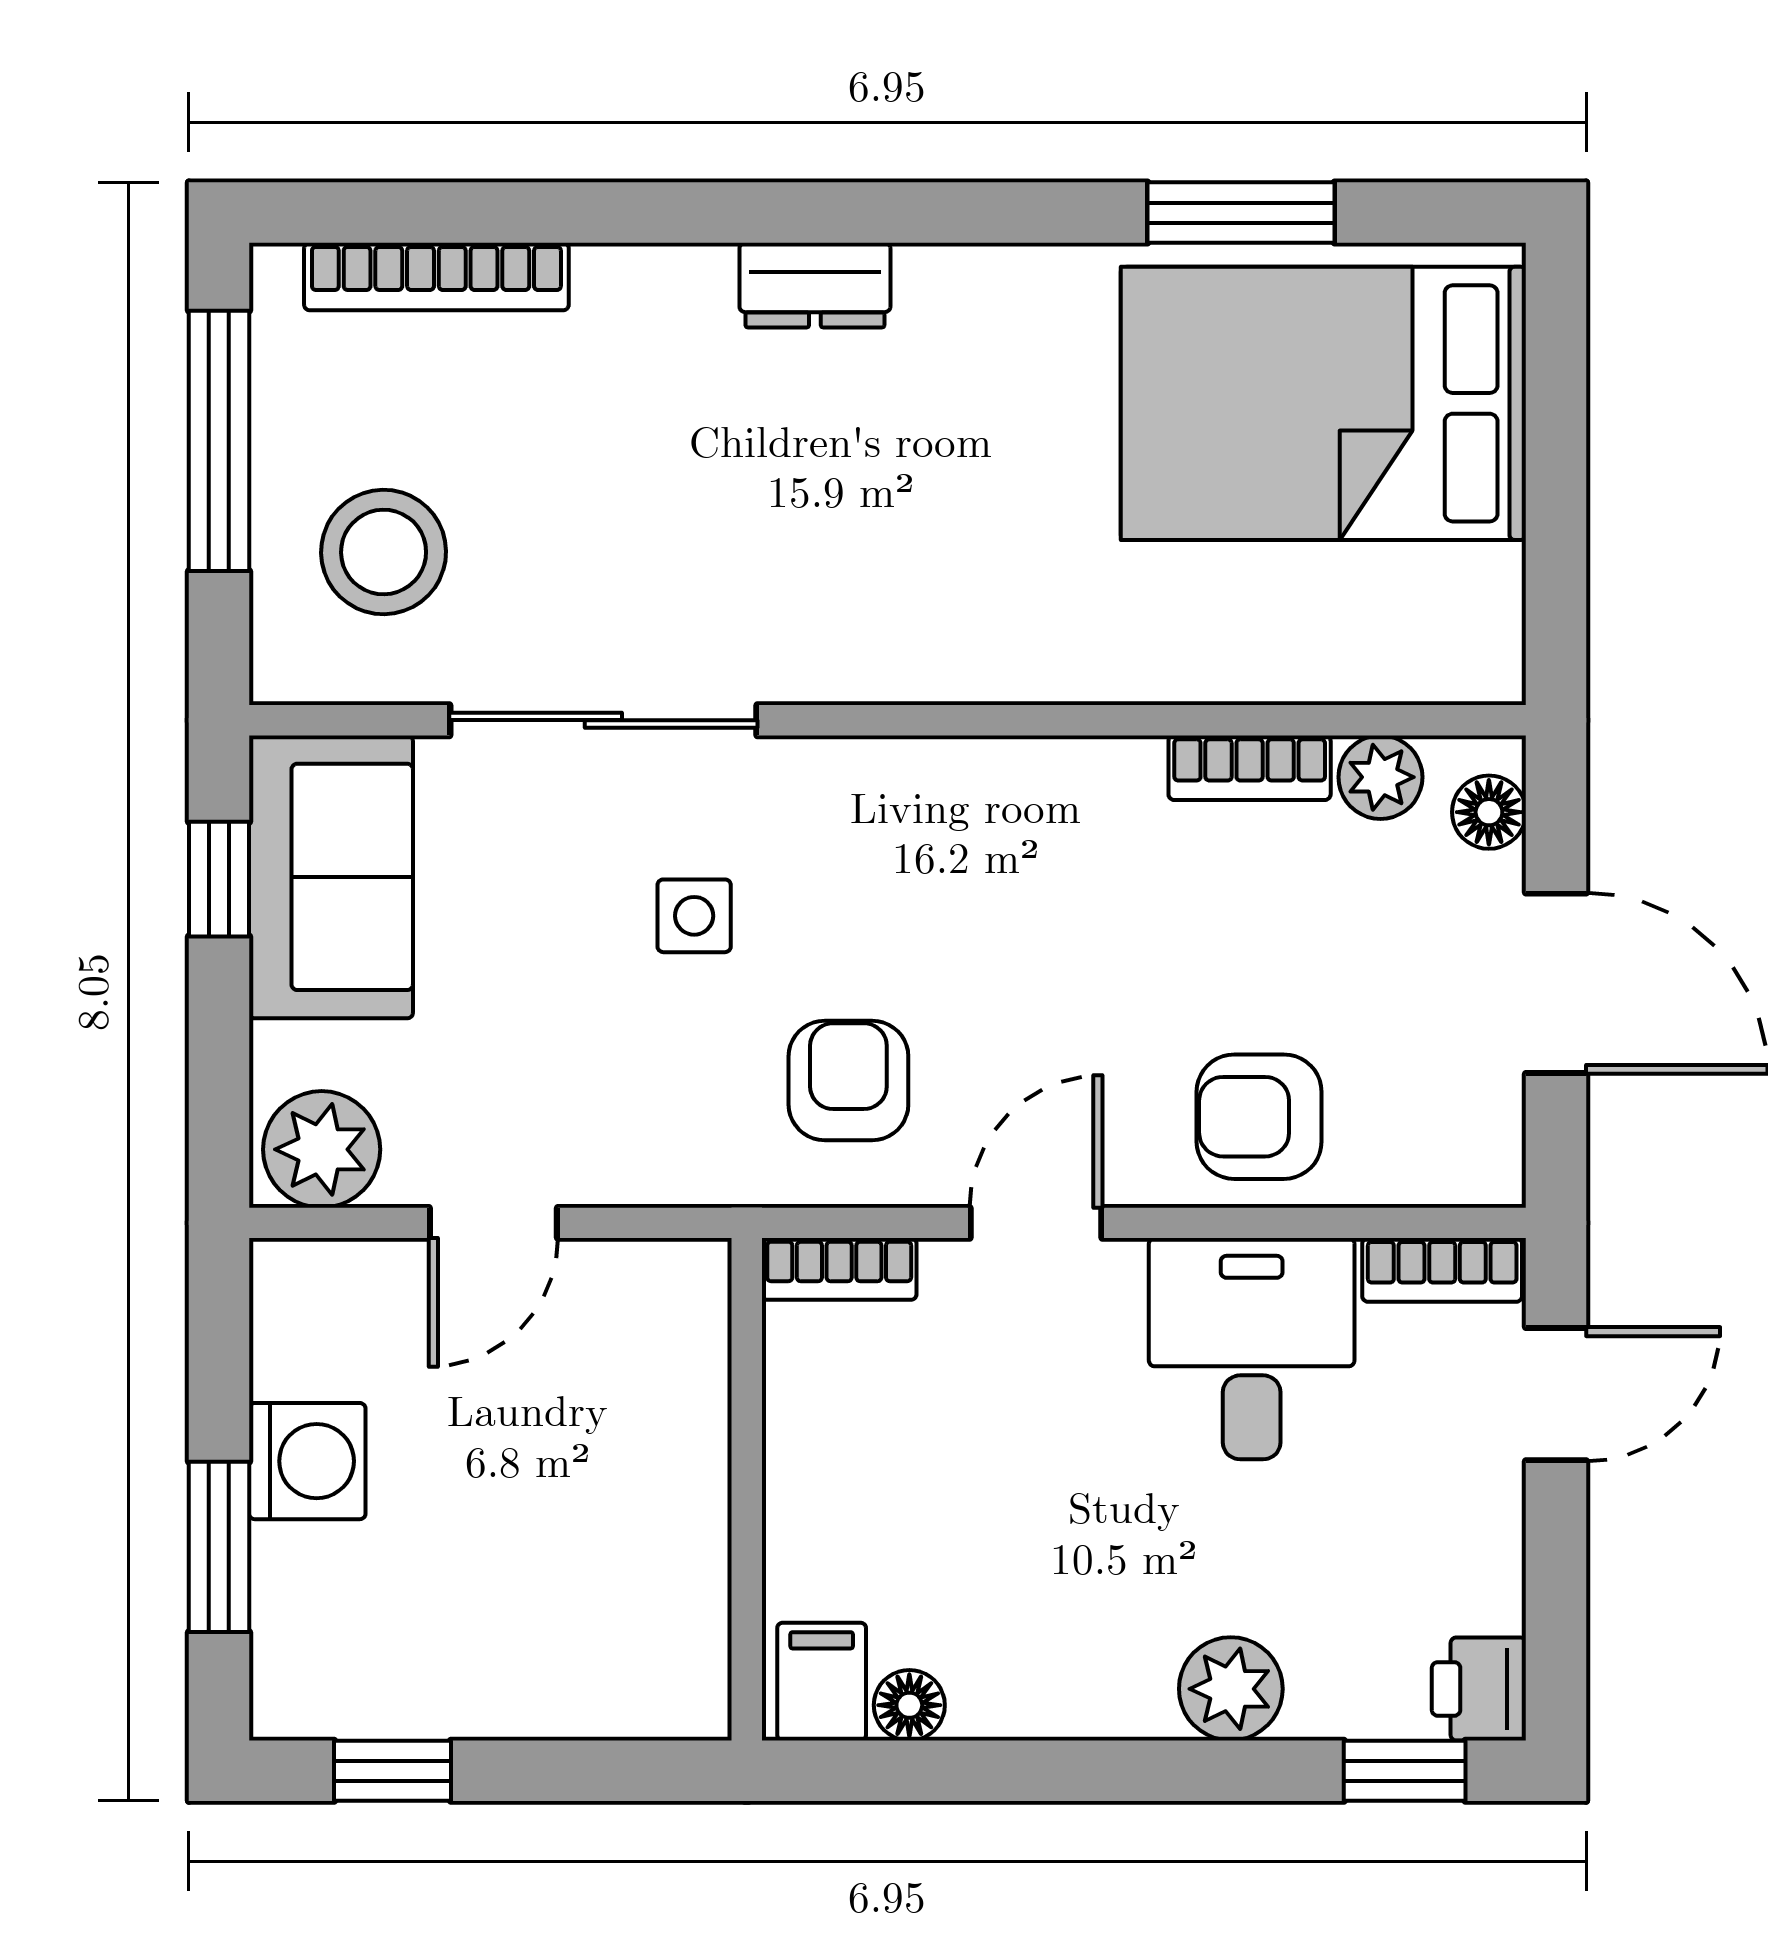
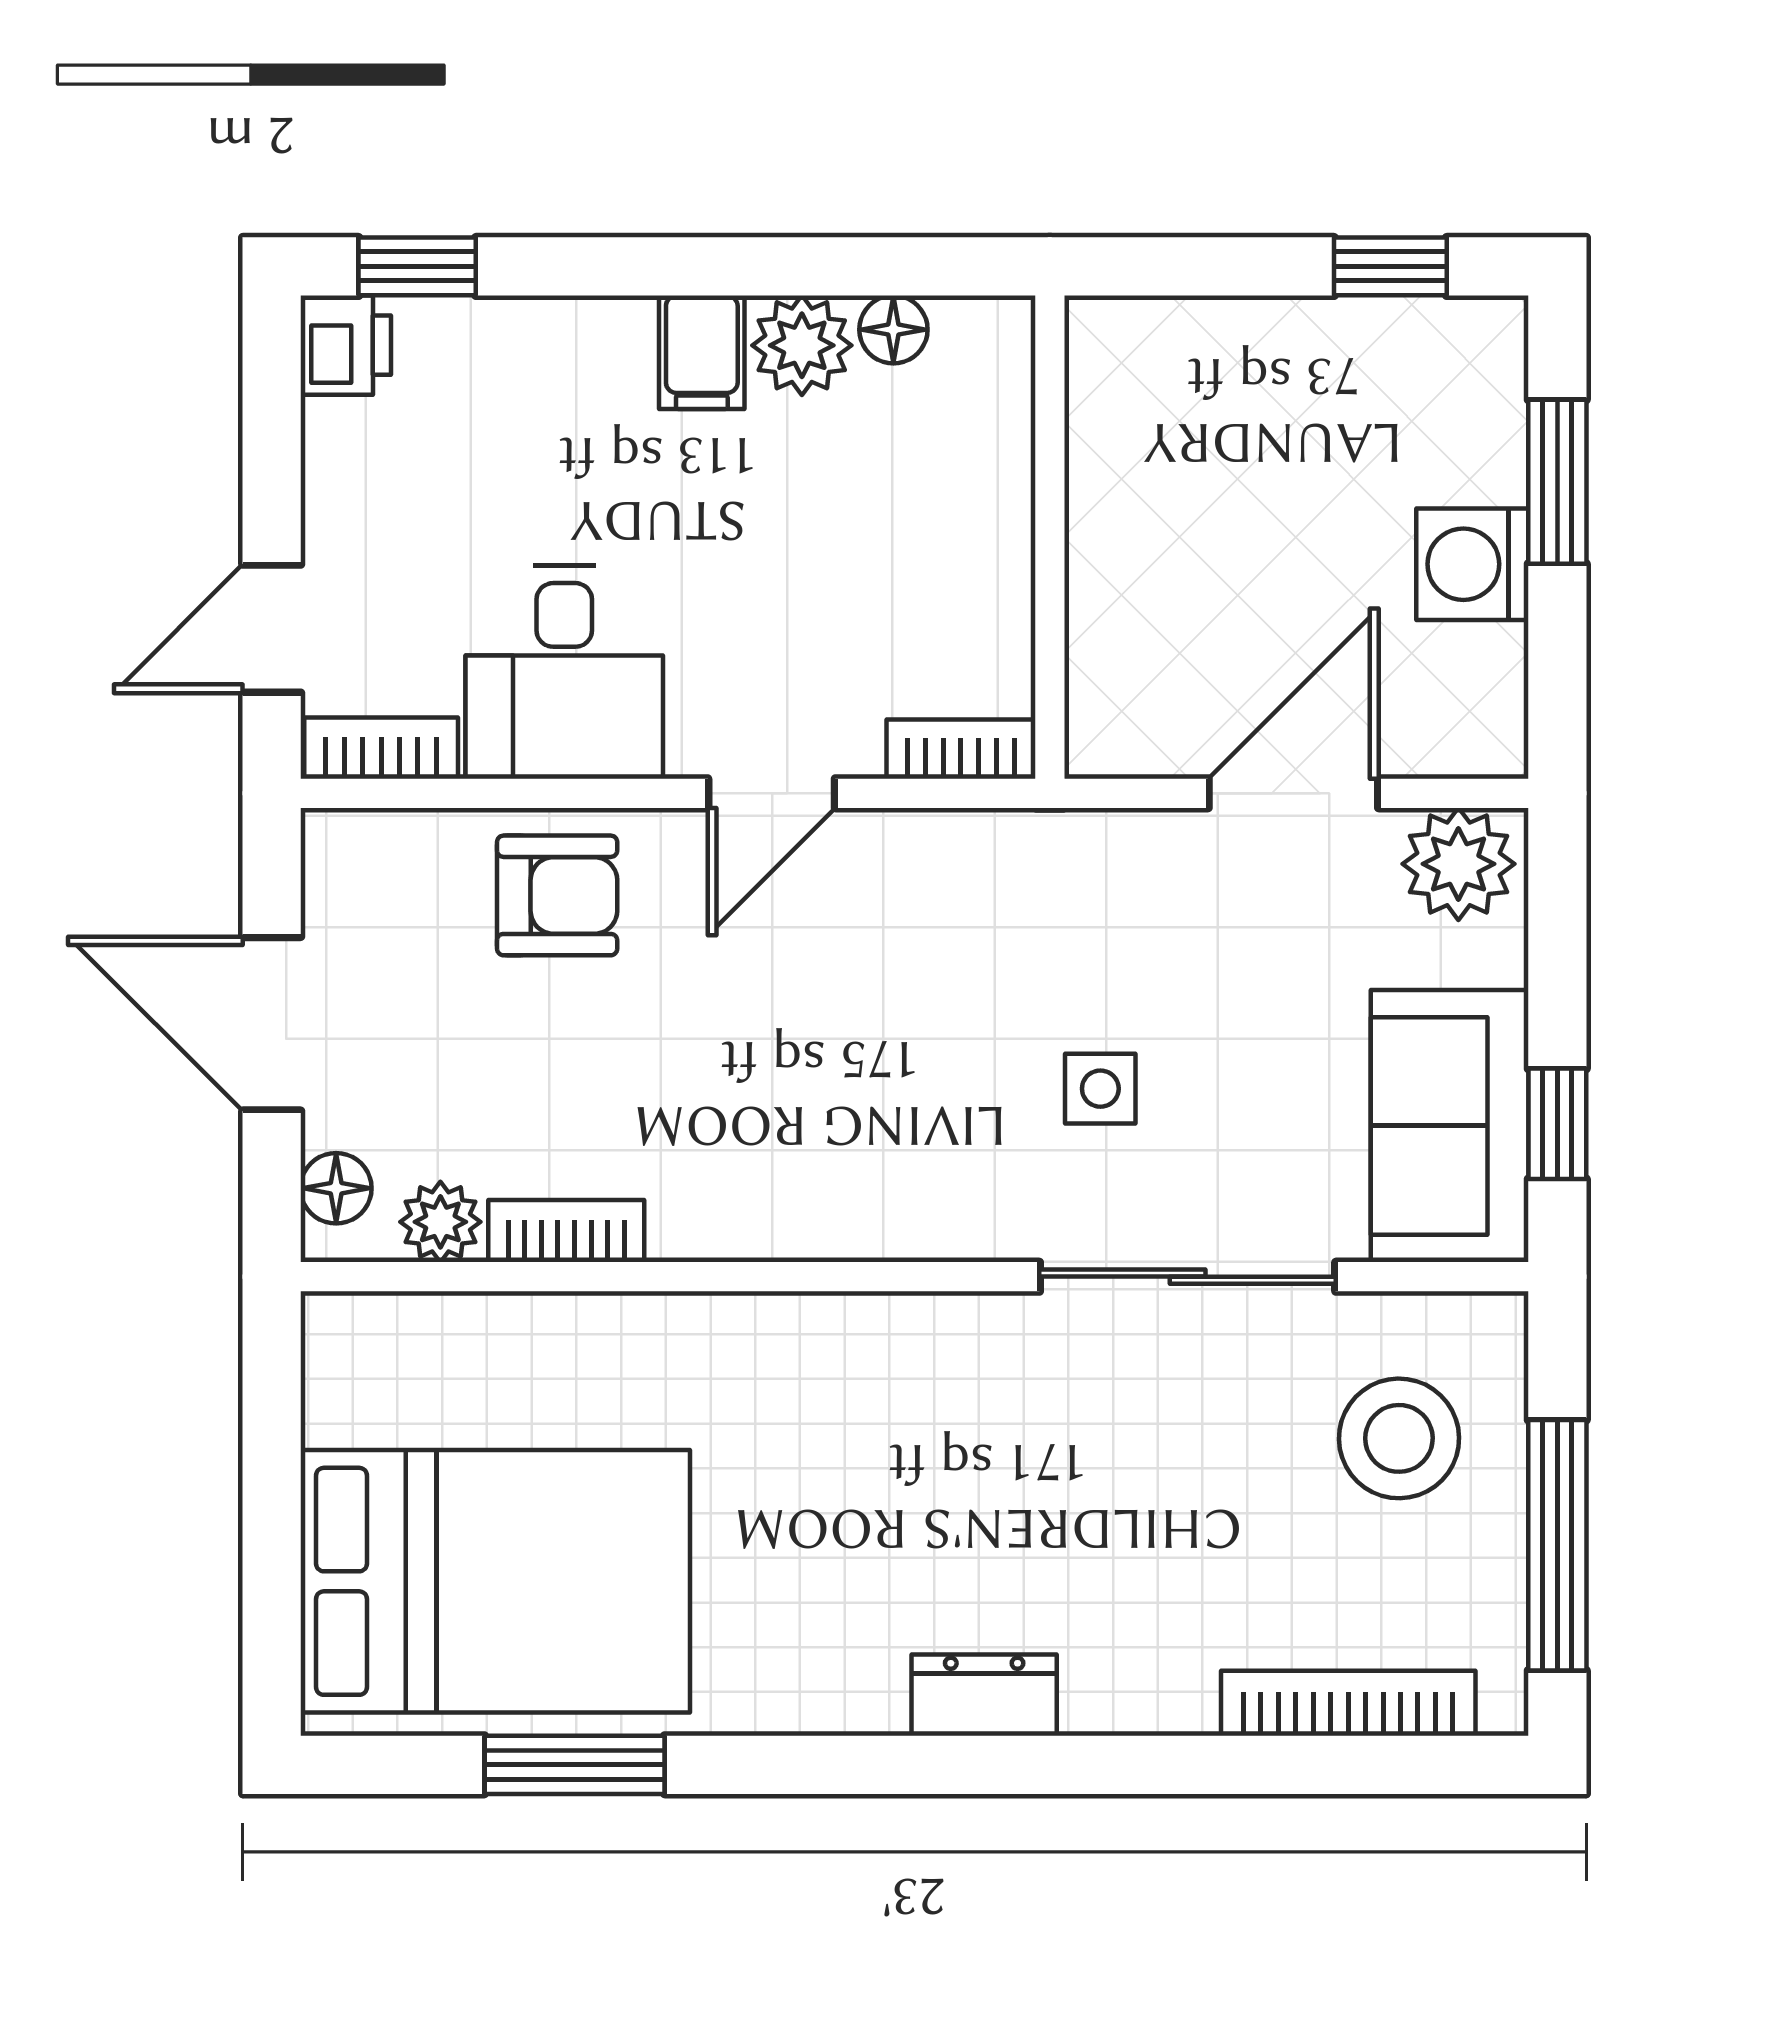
armchair: (848, 1080) -> (952, 930), removed
door: (493, 1223) -> (1293, 793), width x1.38
filing cabinet: (822, 1682) -> (702, 352), moved
plant: (1231, 1689) -> (802, 345), moved

